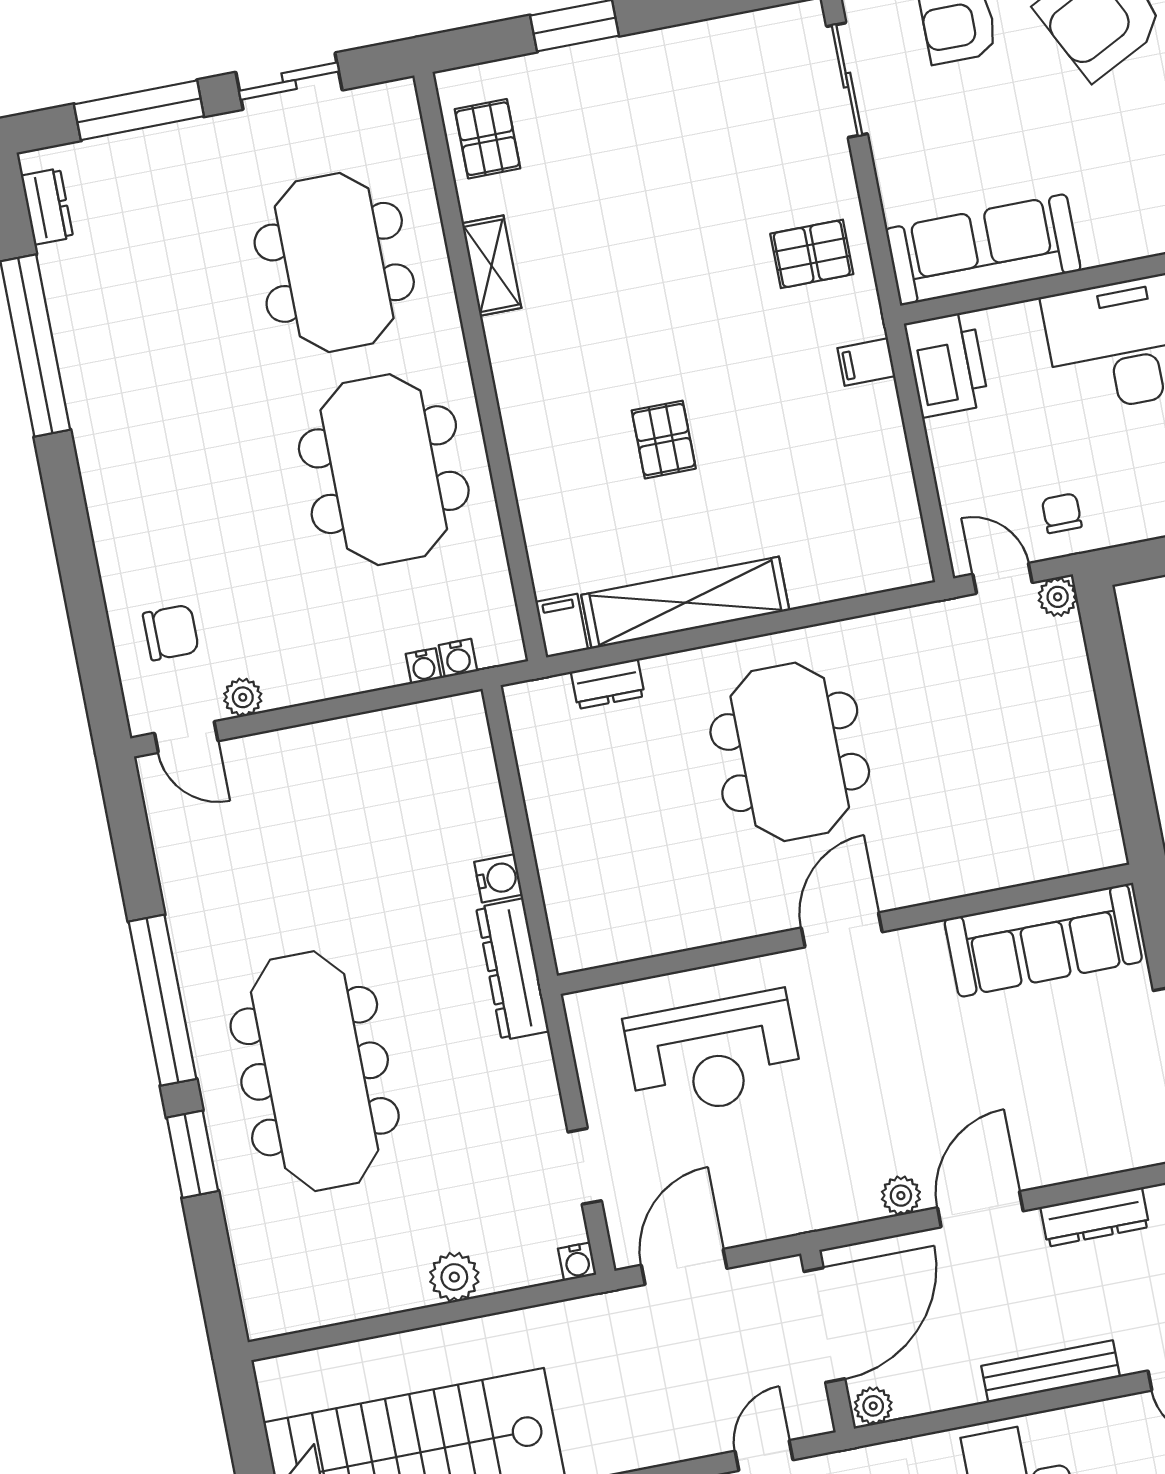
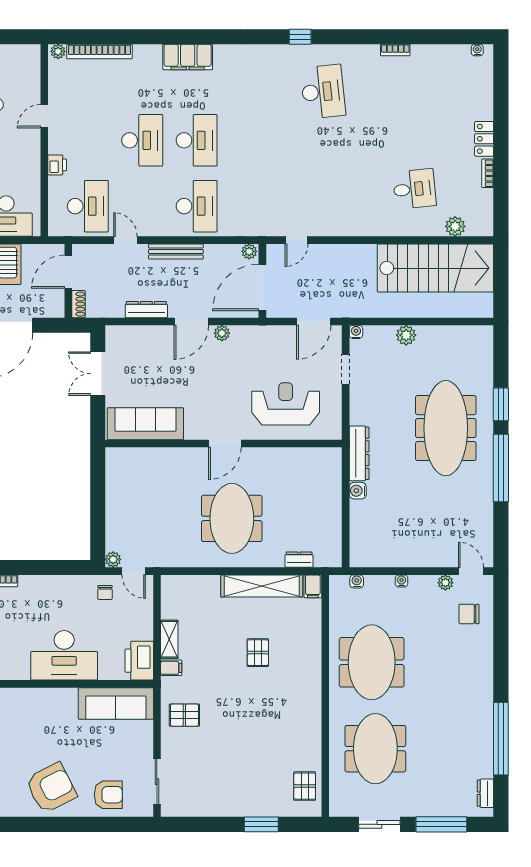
shelving: (492, 266) -> (169, 639), moved
water cooler: (423, 666) -> (401, 581), moved

